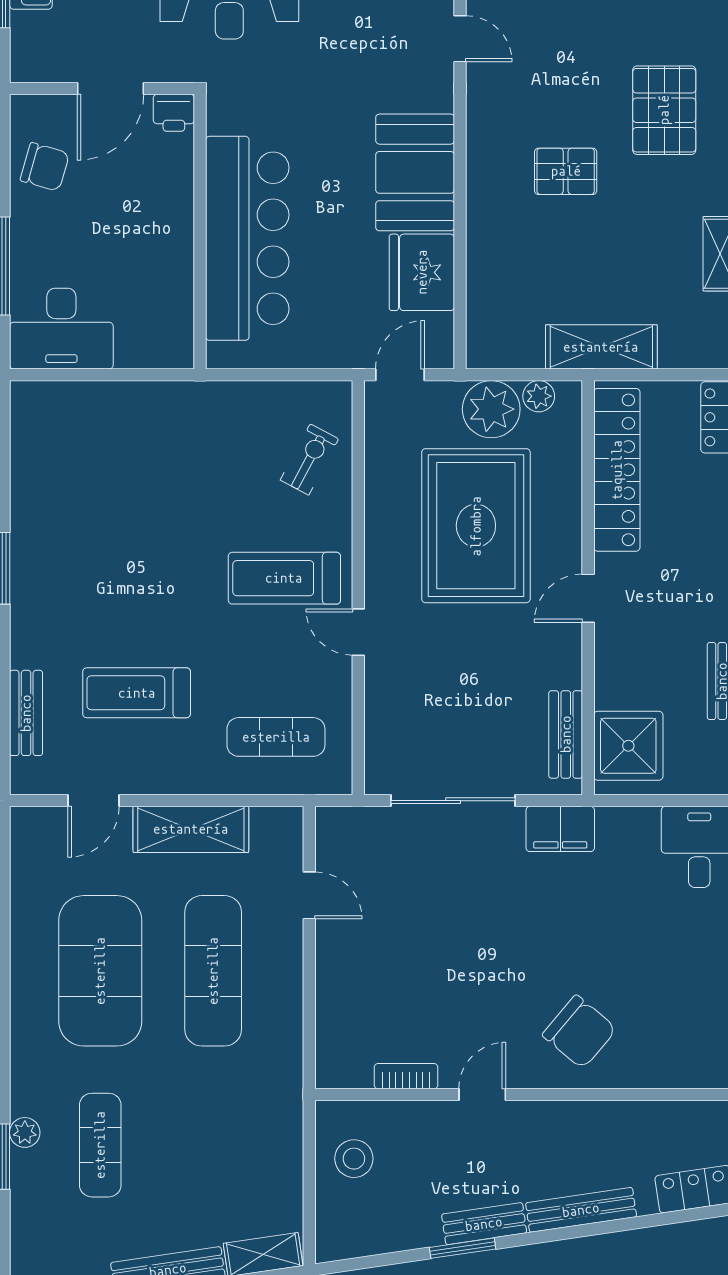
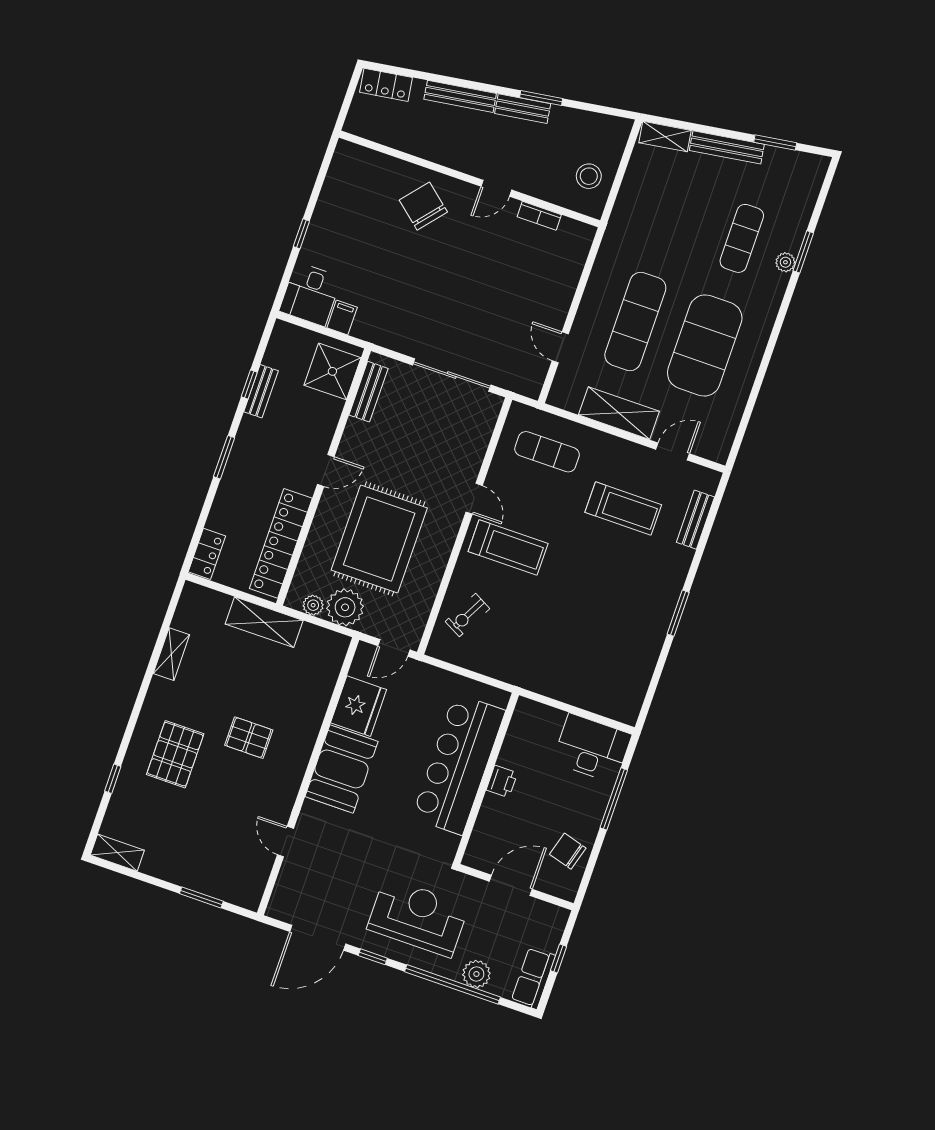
printer: (174, 113) -> (502, 781), moved, turned 90
filing cabinet: (560, 829) -> (342, 317), moved, width x0.50

